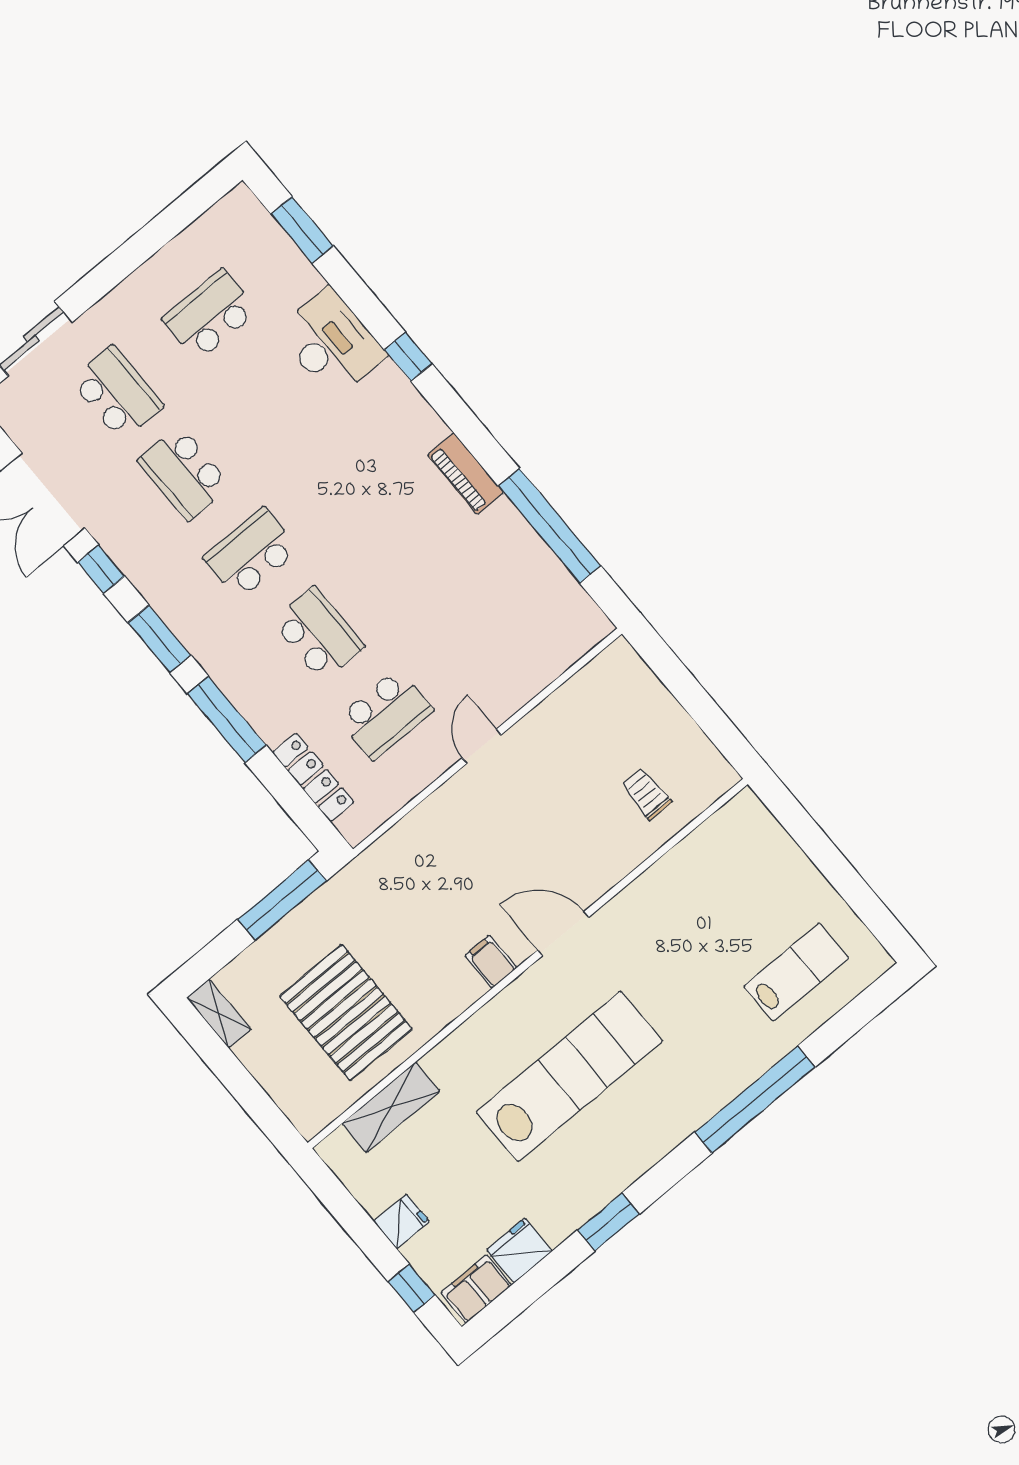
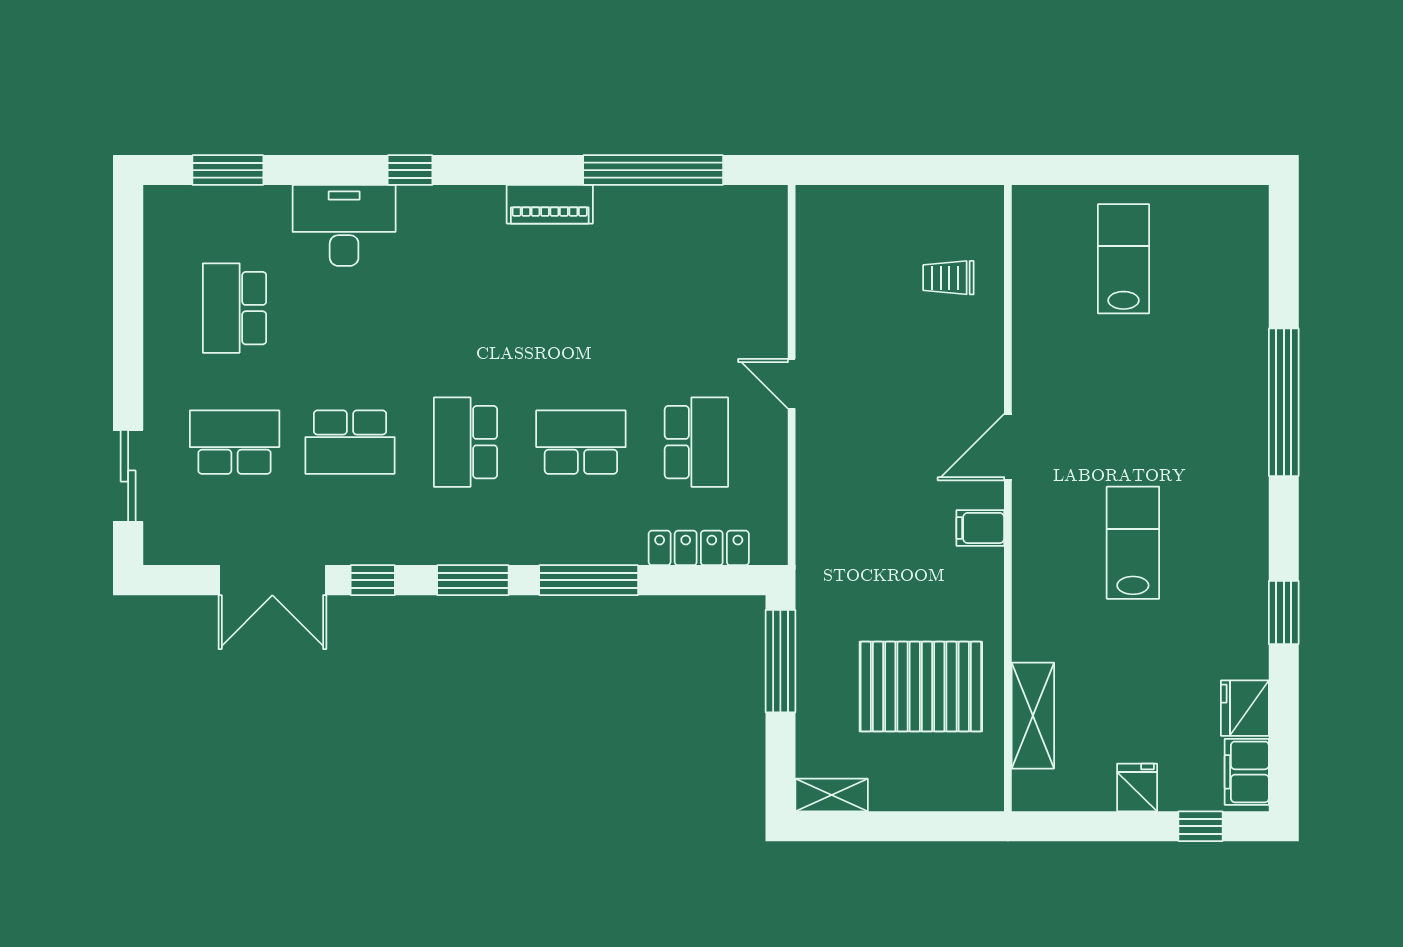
lab bench: (796, 972) -> (1124, 259), moved
lab bench: (569, 1076) -> (1133, 543), width x0.54, depth x0.72

